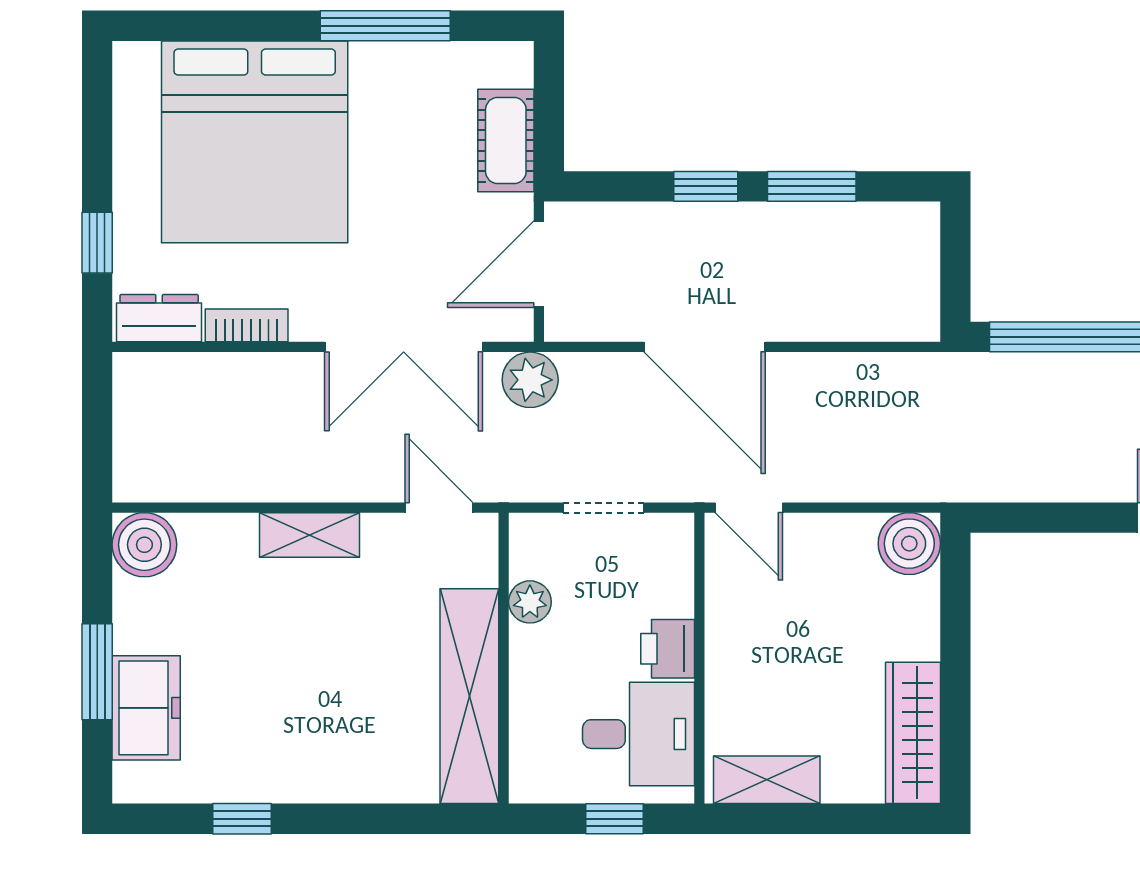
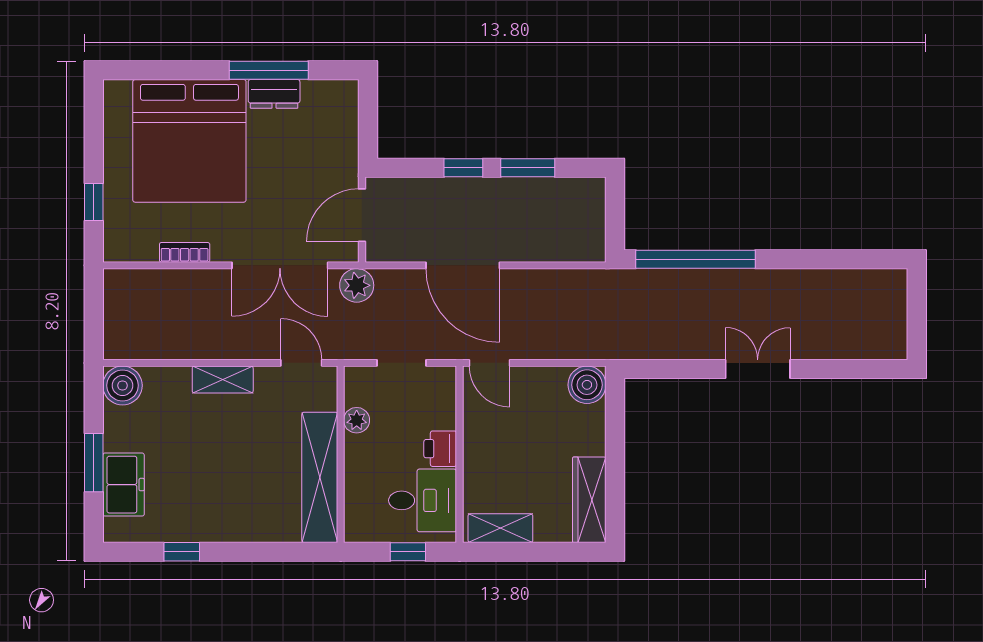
cot: (506, 140) -> (342, 140), removed
dresser: (159, 318) -> (274, 94), moved, turned 180

